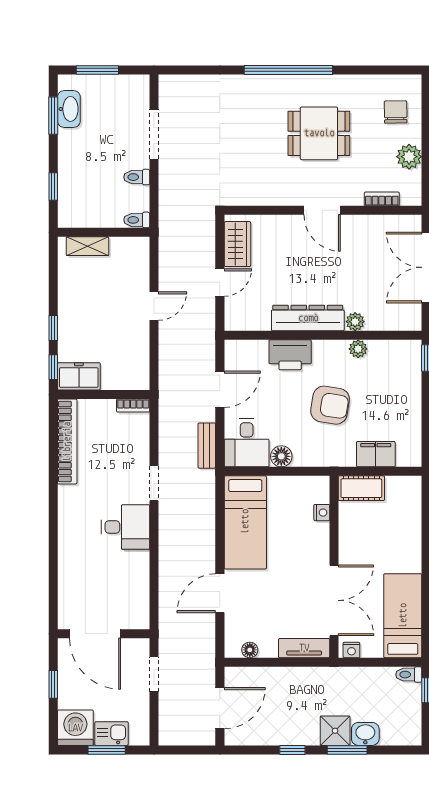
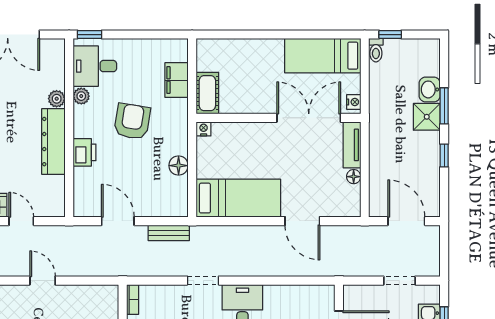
printer: (290, 355) -> (84, 152), width x0.73, depth x0.84
desk: (247, 443) -> (95, 66), moved, turned 180
nightstand: (322, 513) -> (204, 129), moved
floor lamp: (250, 650) -> (354, 177), moved
doorway: (154, 674) -> (399, 281), moved

